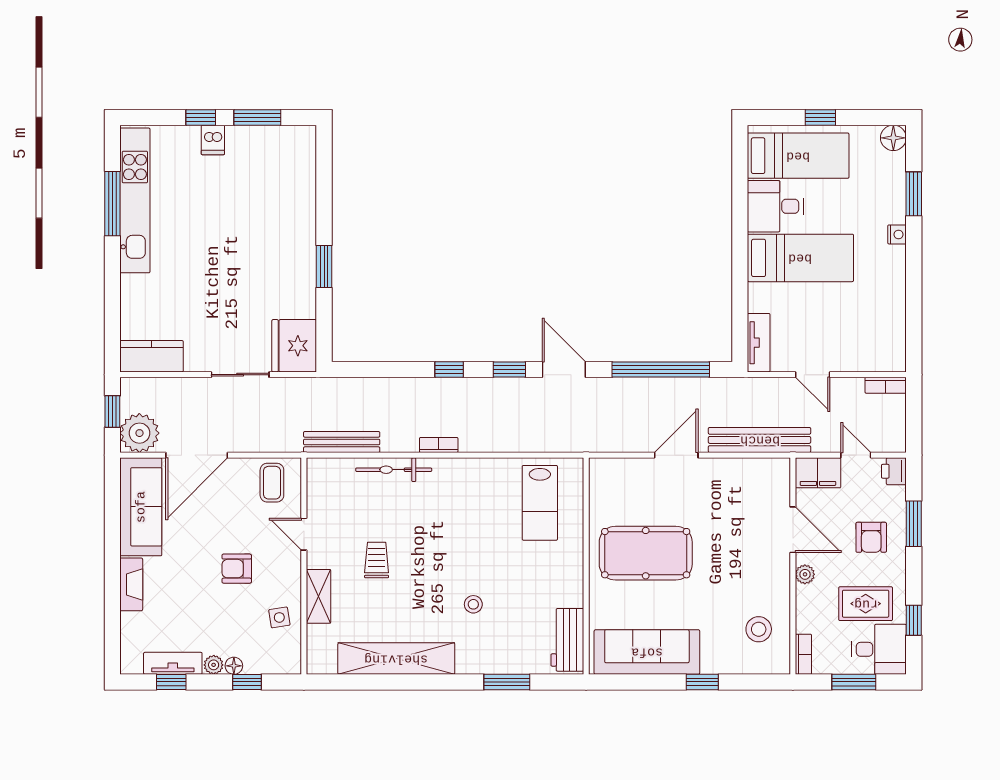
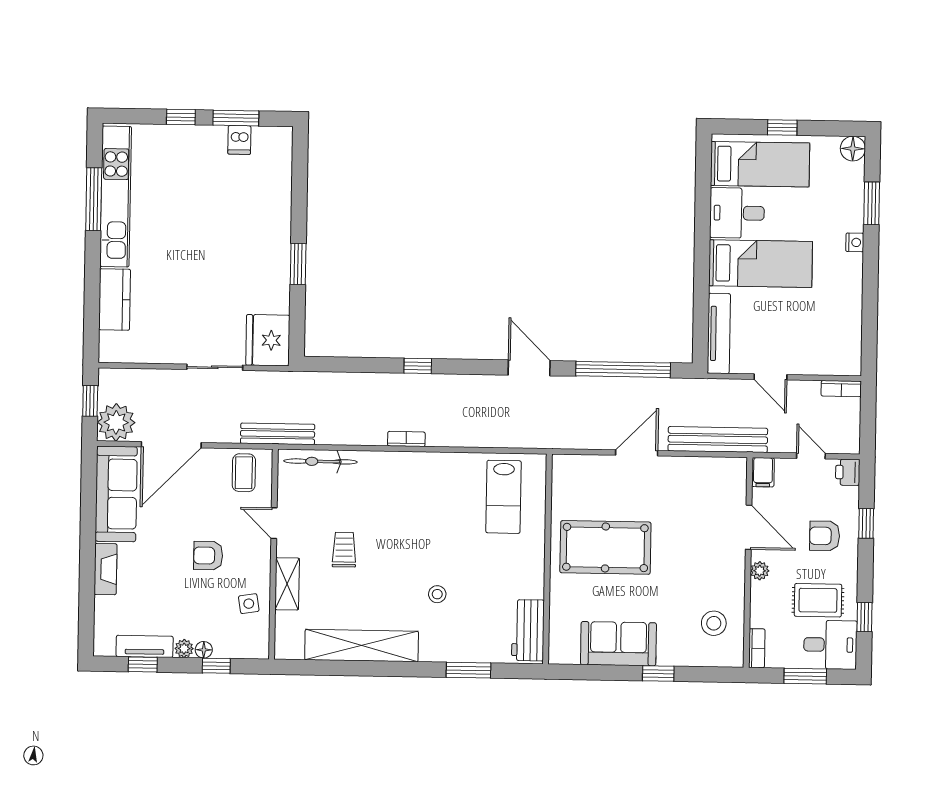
dishwasher: (213, 140) -> (239, 140), moved
tv unit: (759, 343) -> (719, 333), width x1.41
kitchen counter: (152, 356) -> (115, 299), moved, turned 90
window: (509, 369) -> (476, 367), removed
bench: (342, 442) -> (278, 434), moved
bicycle: (394, 470) -> (321, 461), moved
filing cabinet: (818, 473) -> (763, 472), width x0.50
window: (914, 524) -> (866, 523), width x0.67
armchair: (871, 537) -> (825, 536), turned 90
sofa: (647, 652) -> (618, 644), width x0.73

